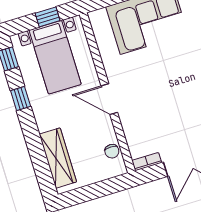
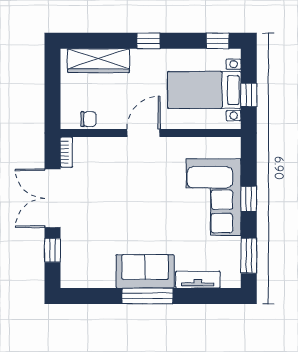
window: (21, 99) -> (149, 41), moved
chair: (112, 151) -> (88, 119), turned 180

